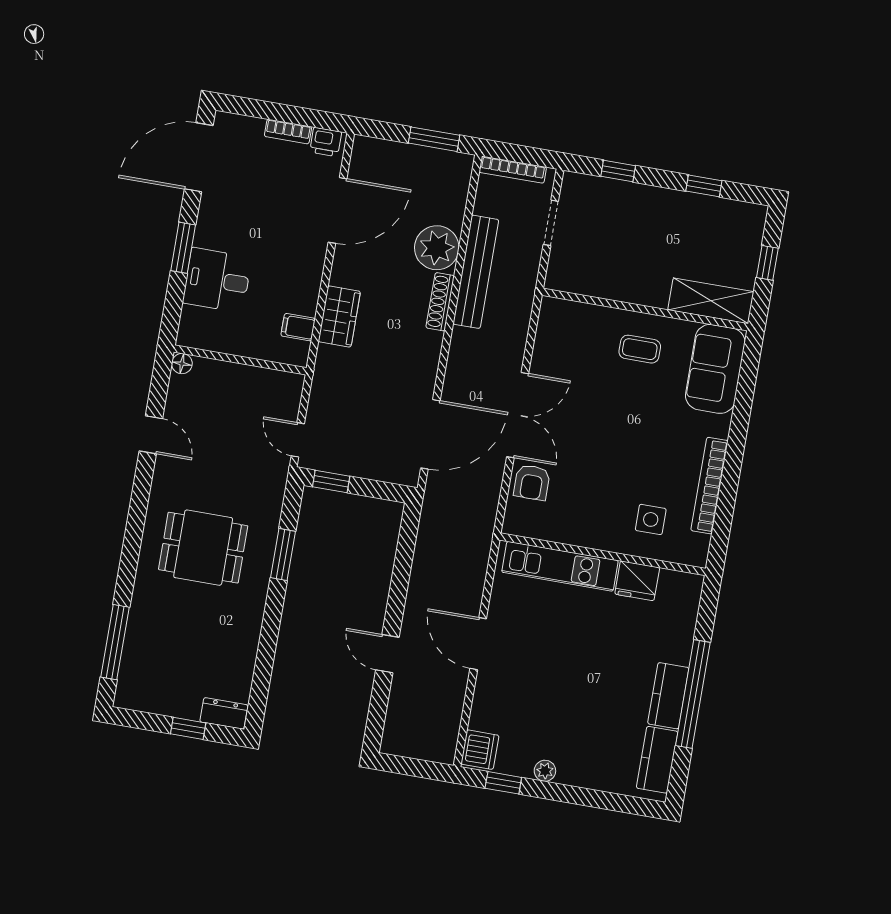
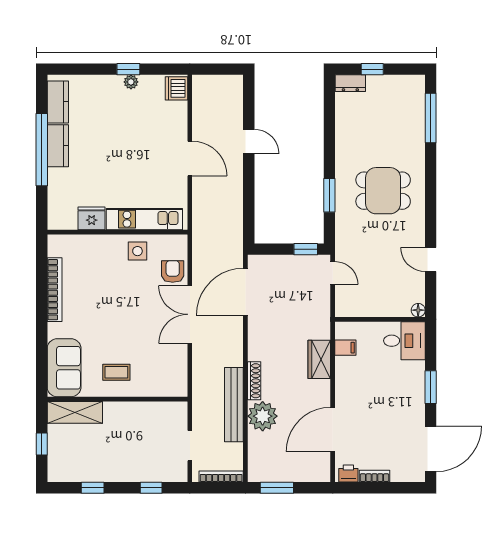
desk: (217, 280) -> (404, 341), moved
side table: (651, 519) -> (137, 251), moved
window: (503, 783) -> (128, 69), moved

